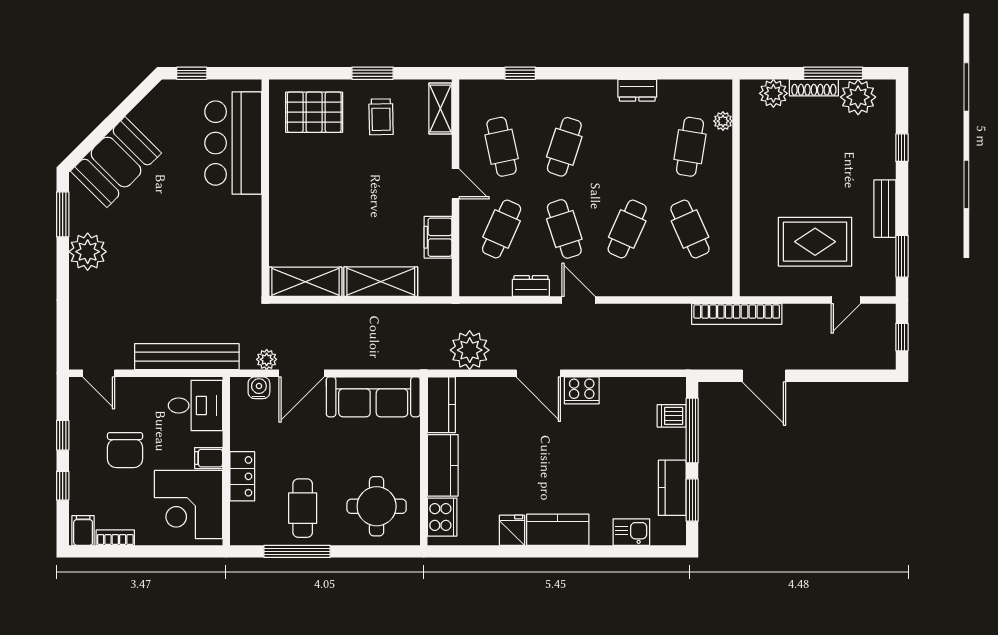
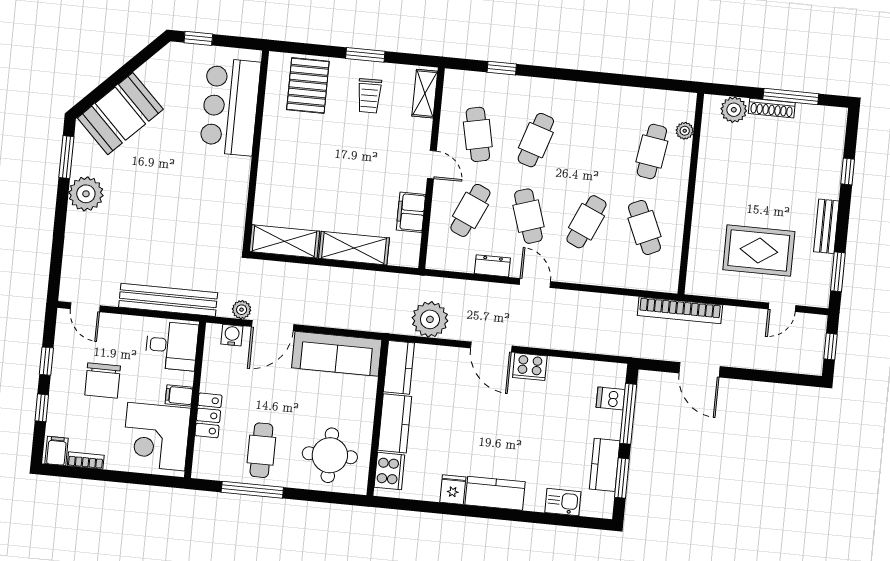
dresser: (637, 90) -> (608, 95), removed
plant: (858, 97) -> (812, 121), removed
pallet: (314, 112) -> (308, 85), turned 90

